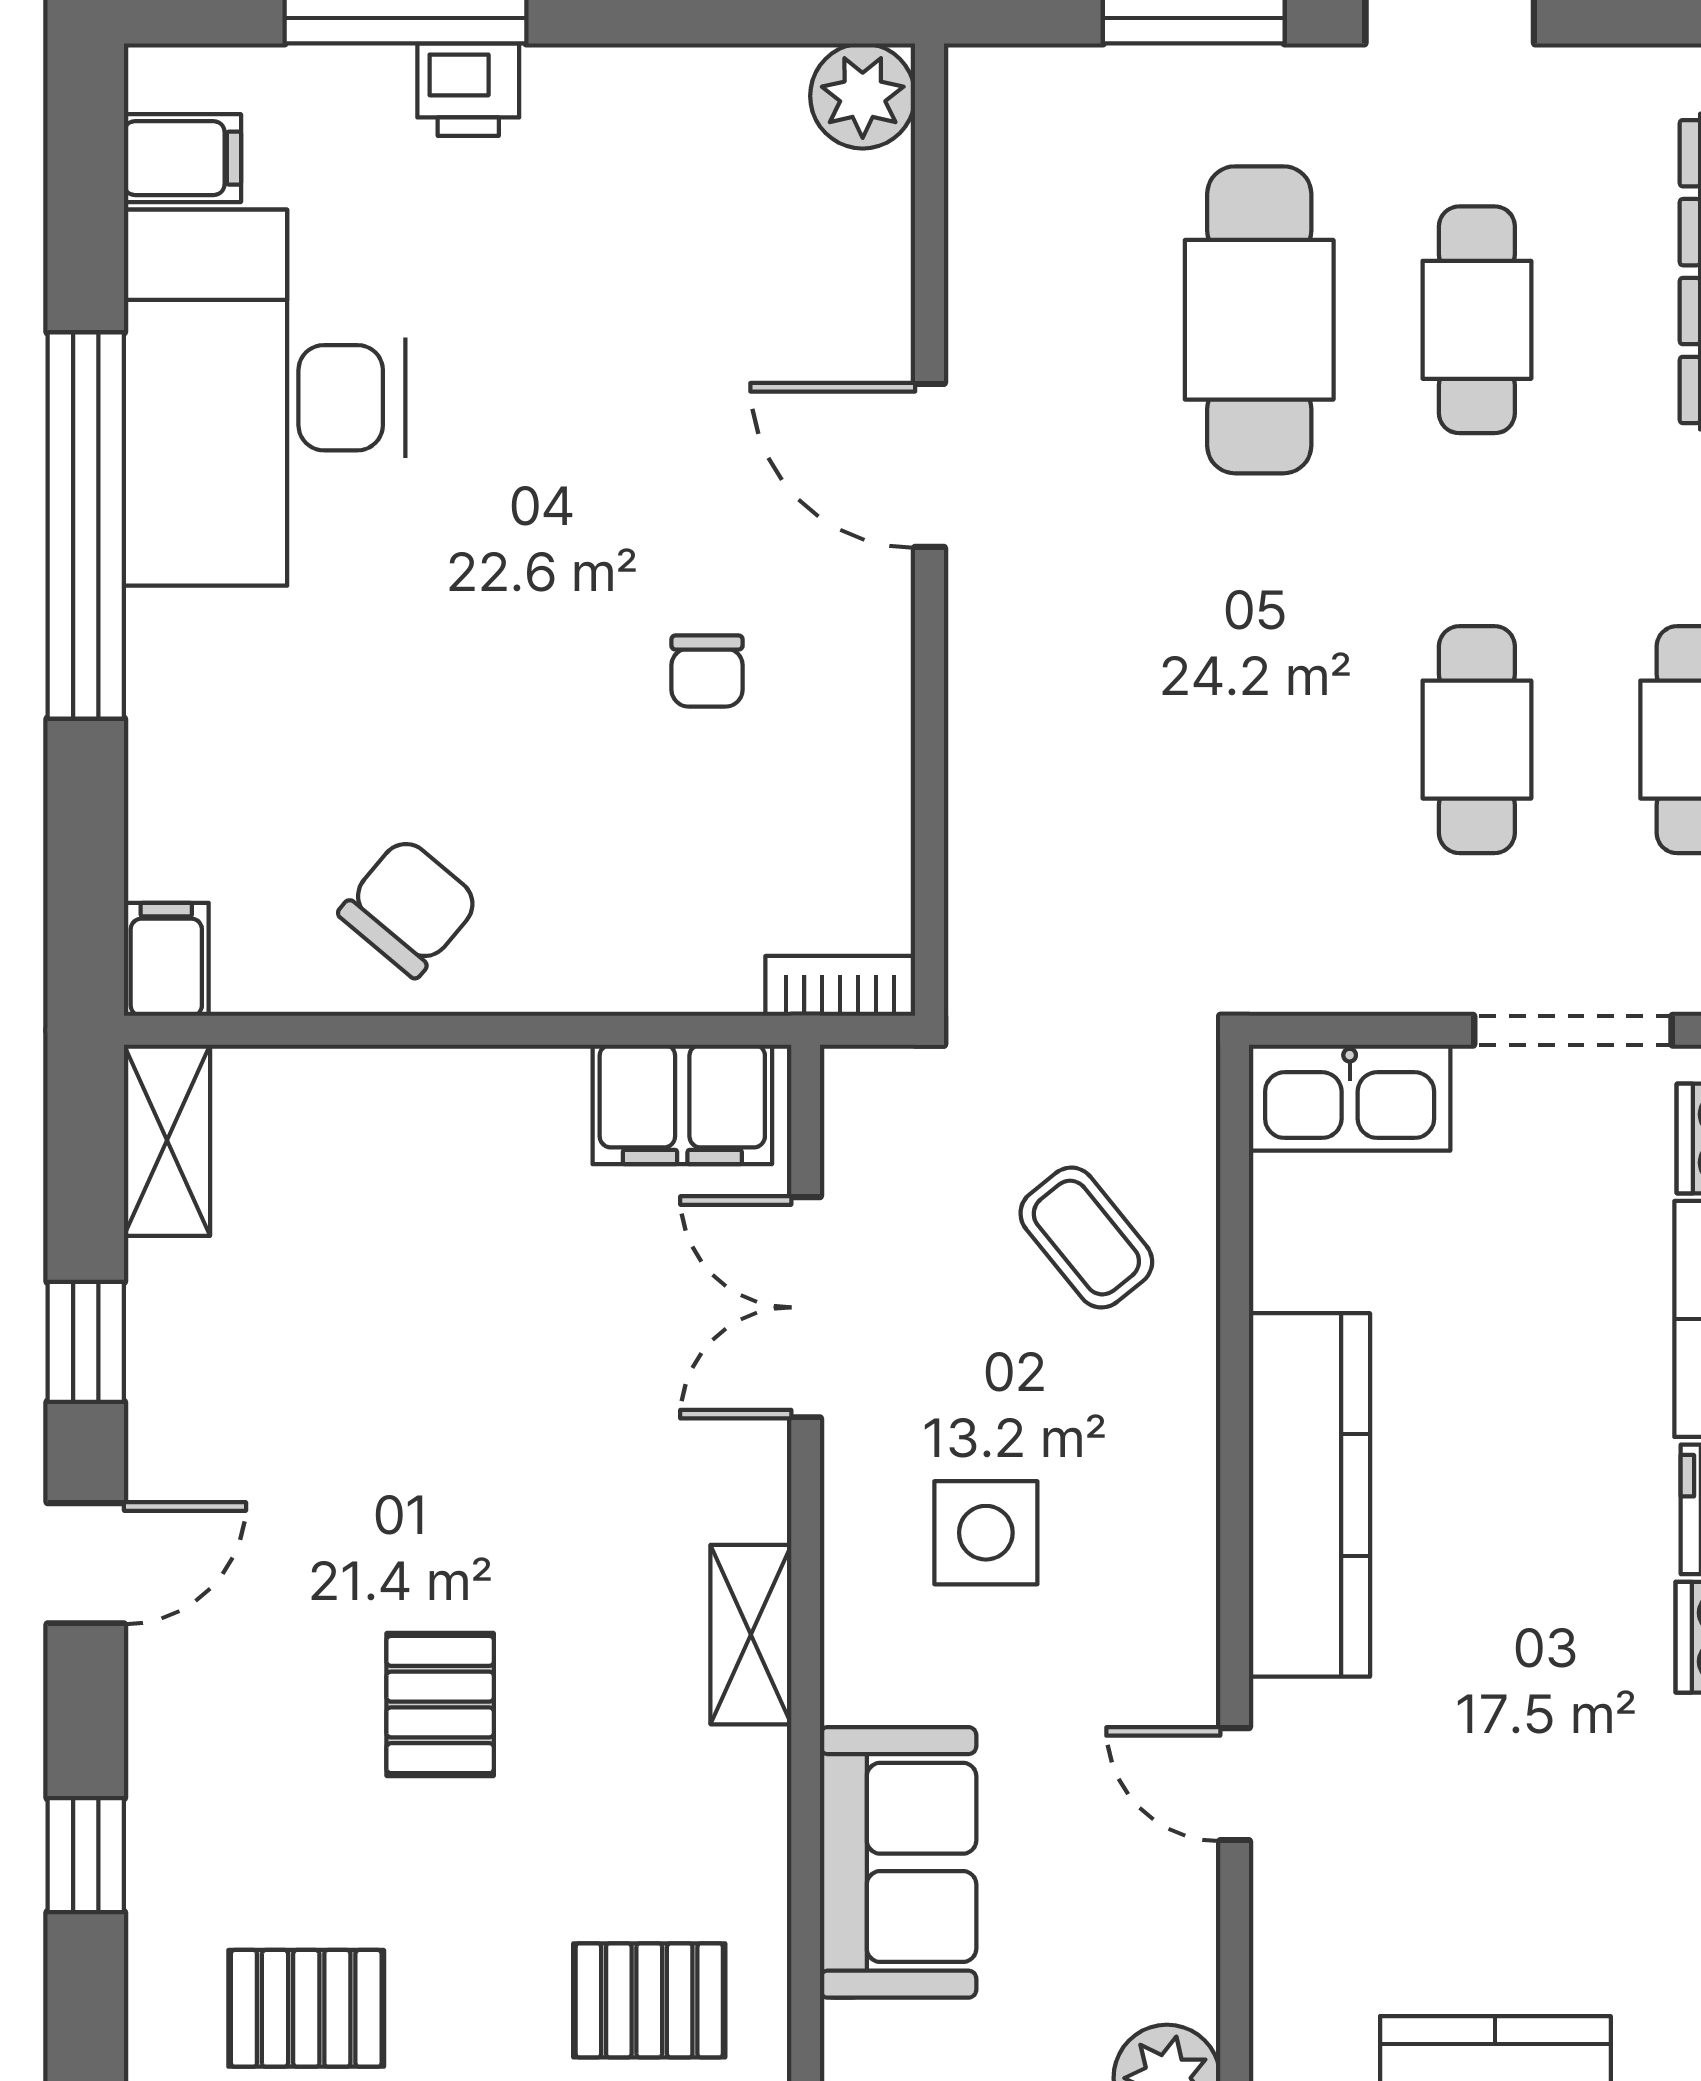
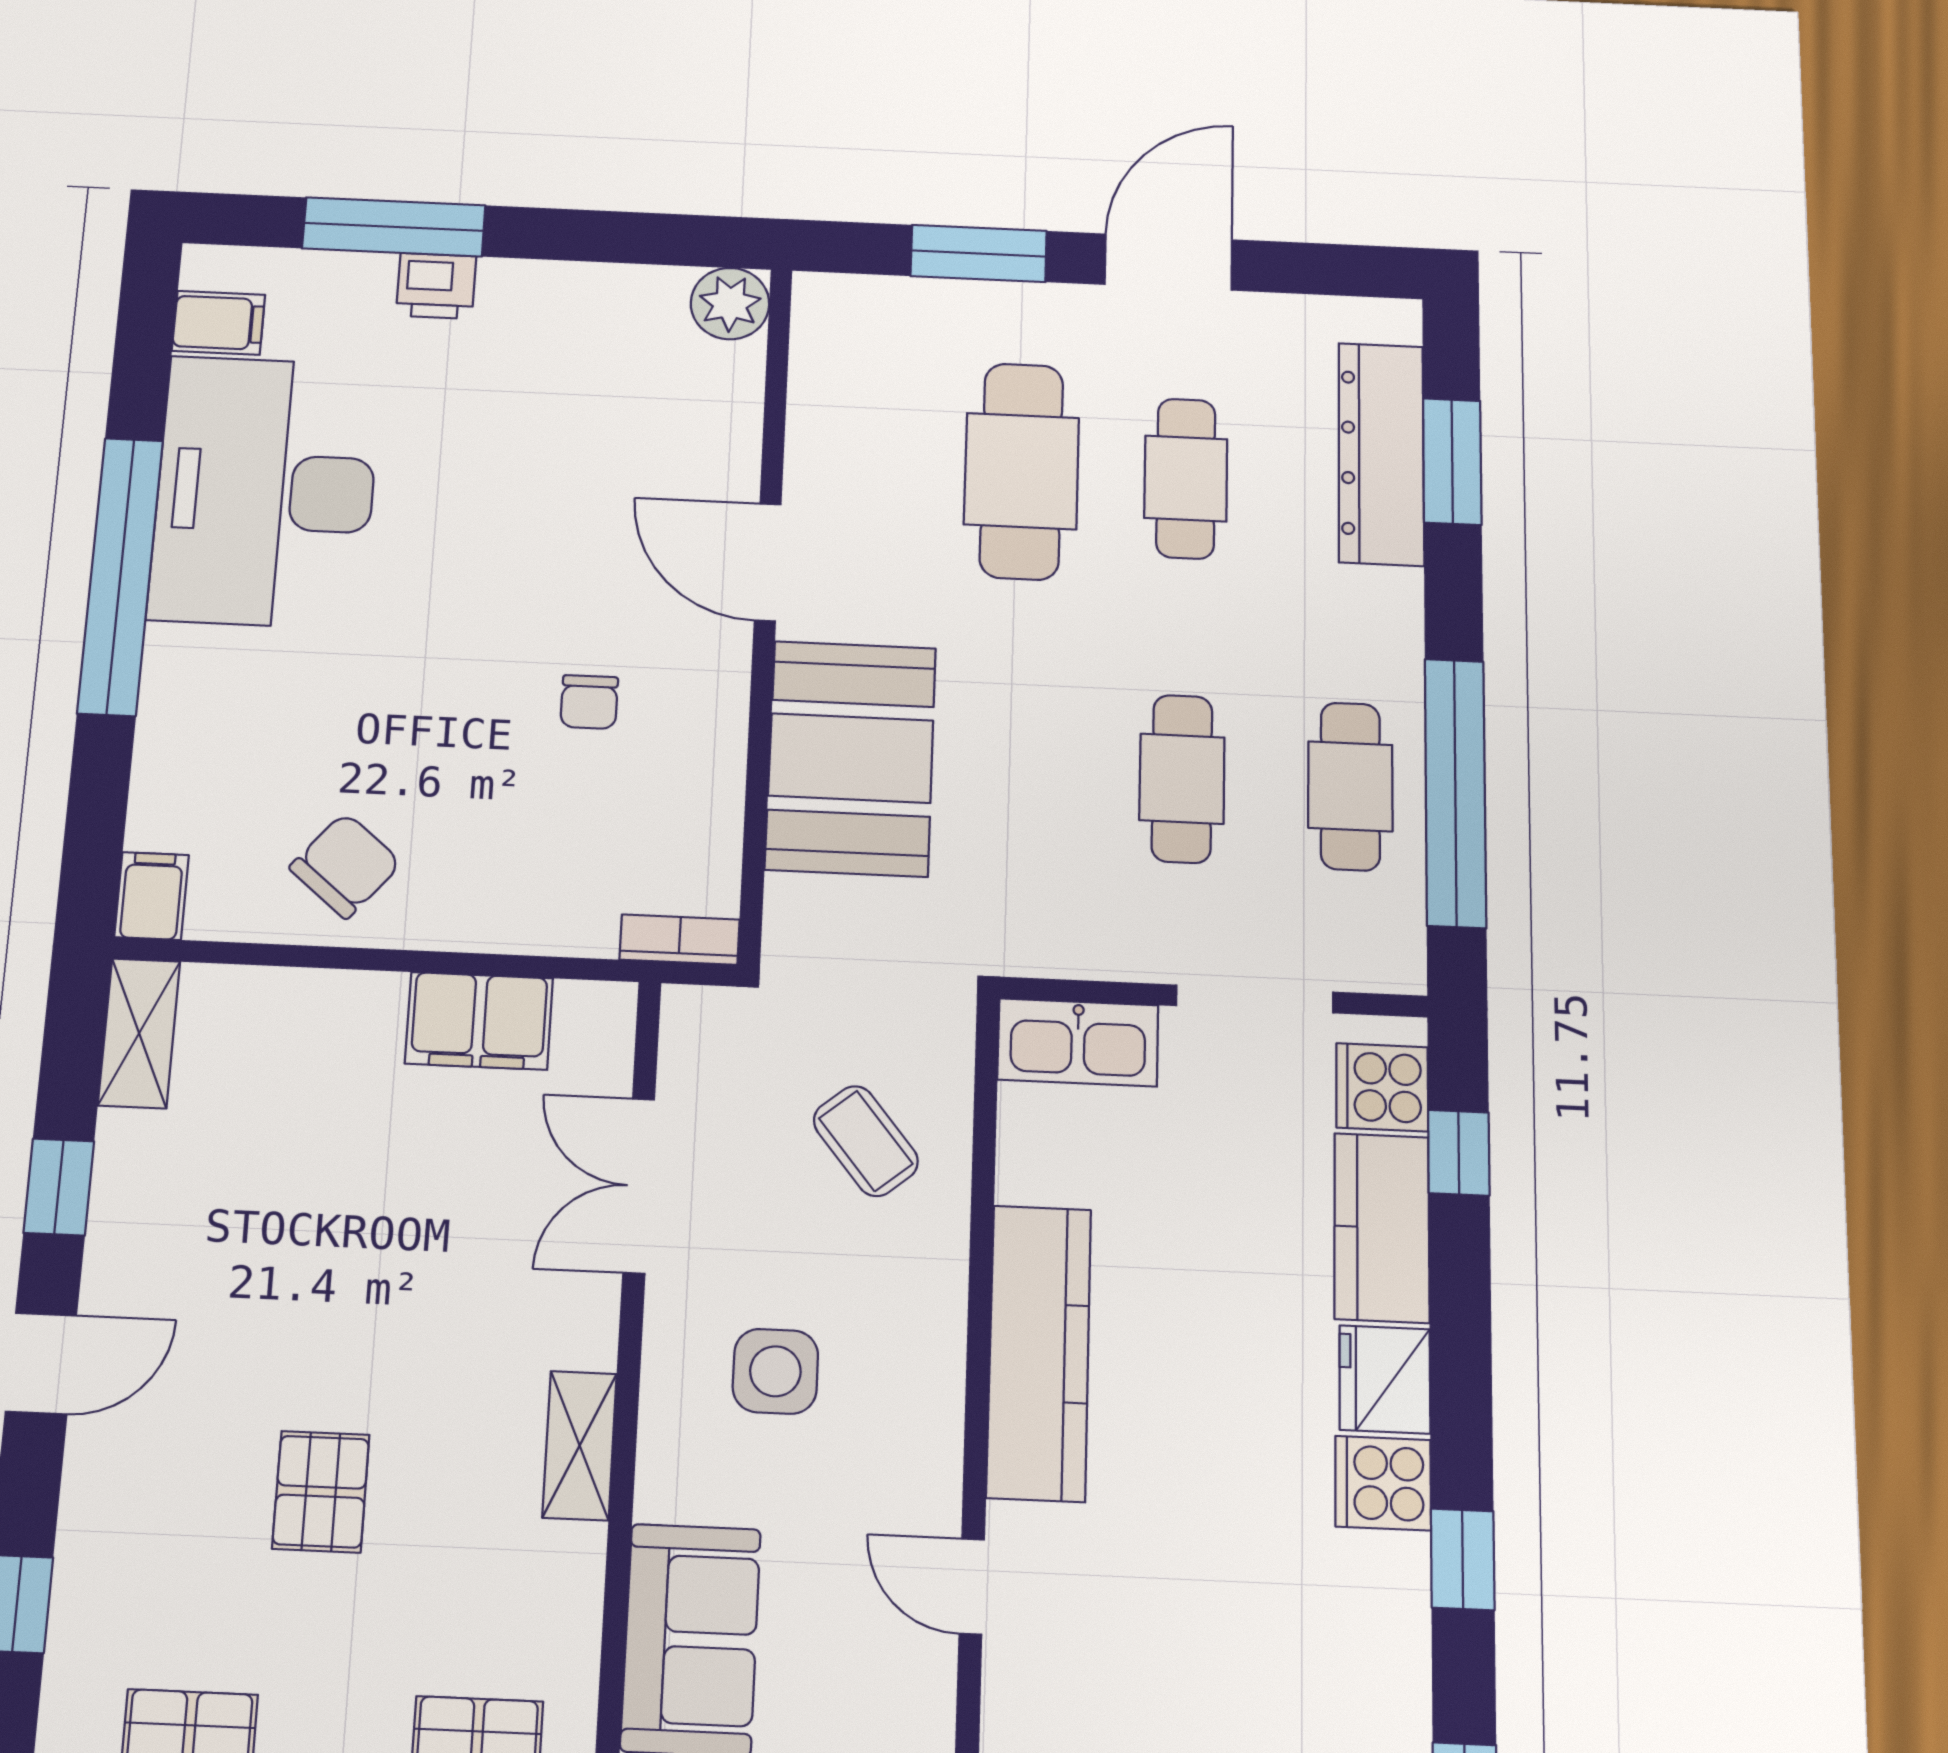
booth: (1049, 732) -> (851, 758), added
filing cabinet: (682, 1104) -> (479, 1021), moved

